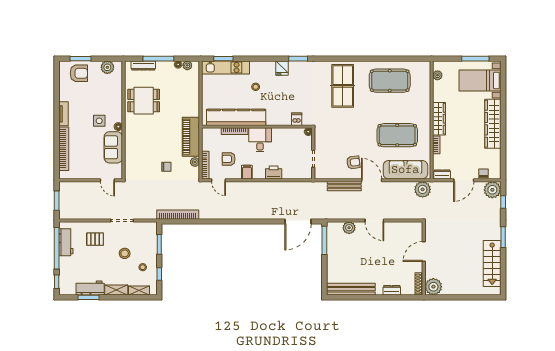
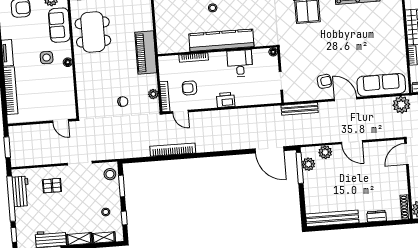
dining table: (144, 101) -> (93, 32), width x1.38
kitchen counter: (236, 117) -> (221, 40), moved
dishwasher: (297, 119) -> (260, 39), removed
pool table: (397, 135) -> (369, 48), removed
piano: (191, 137) -> (146, 53), moved
desk: (260, 140) -> (240, 63), moved
sofa: (113, 147) -> (59, 25), moved
filing cabinet: (247, 172) -> (210, 101), removed
printer: (274, 172) -> (226, 100), moved
bench: (344, 186) -> (300, 109), moved
bookcase: (178, 215) -> (173, 150), moved
door: (298, 222) -> (270, 150), hinge flipped
plant: (333, 238) -> (308, 164), added
door: (424, 252) -> (407, 154), moved
stool: (125, 253) -> (110, 174), moved

